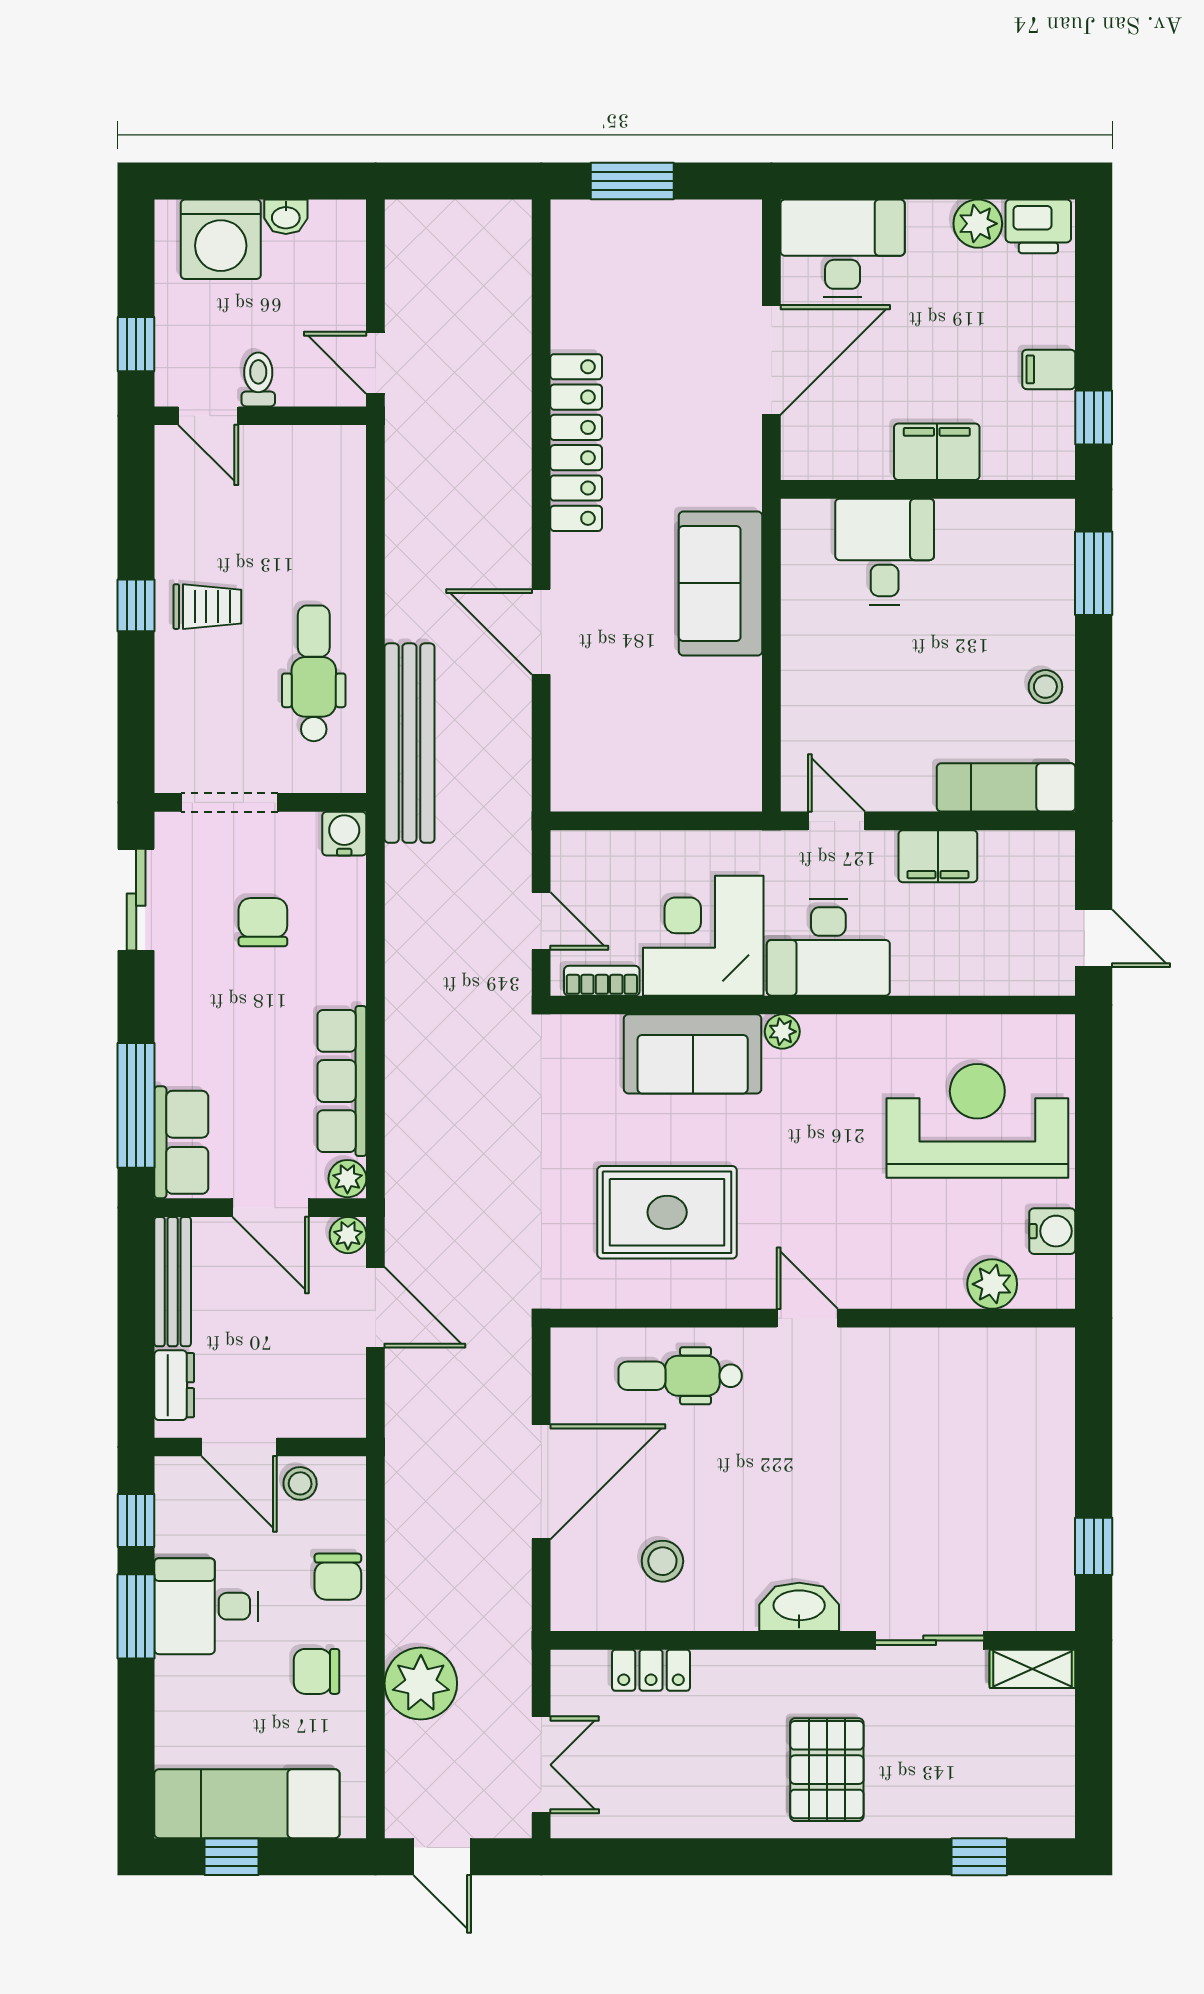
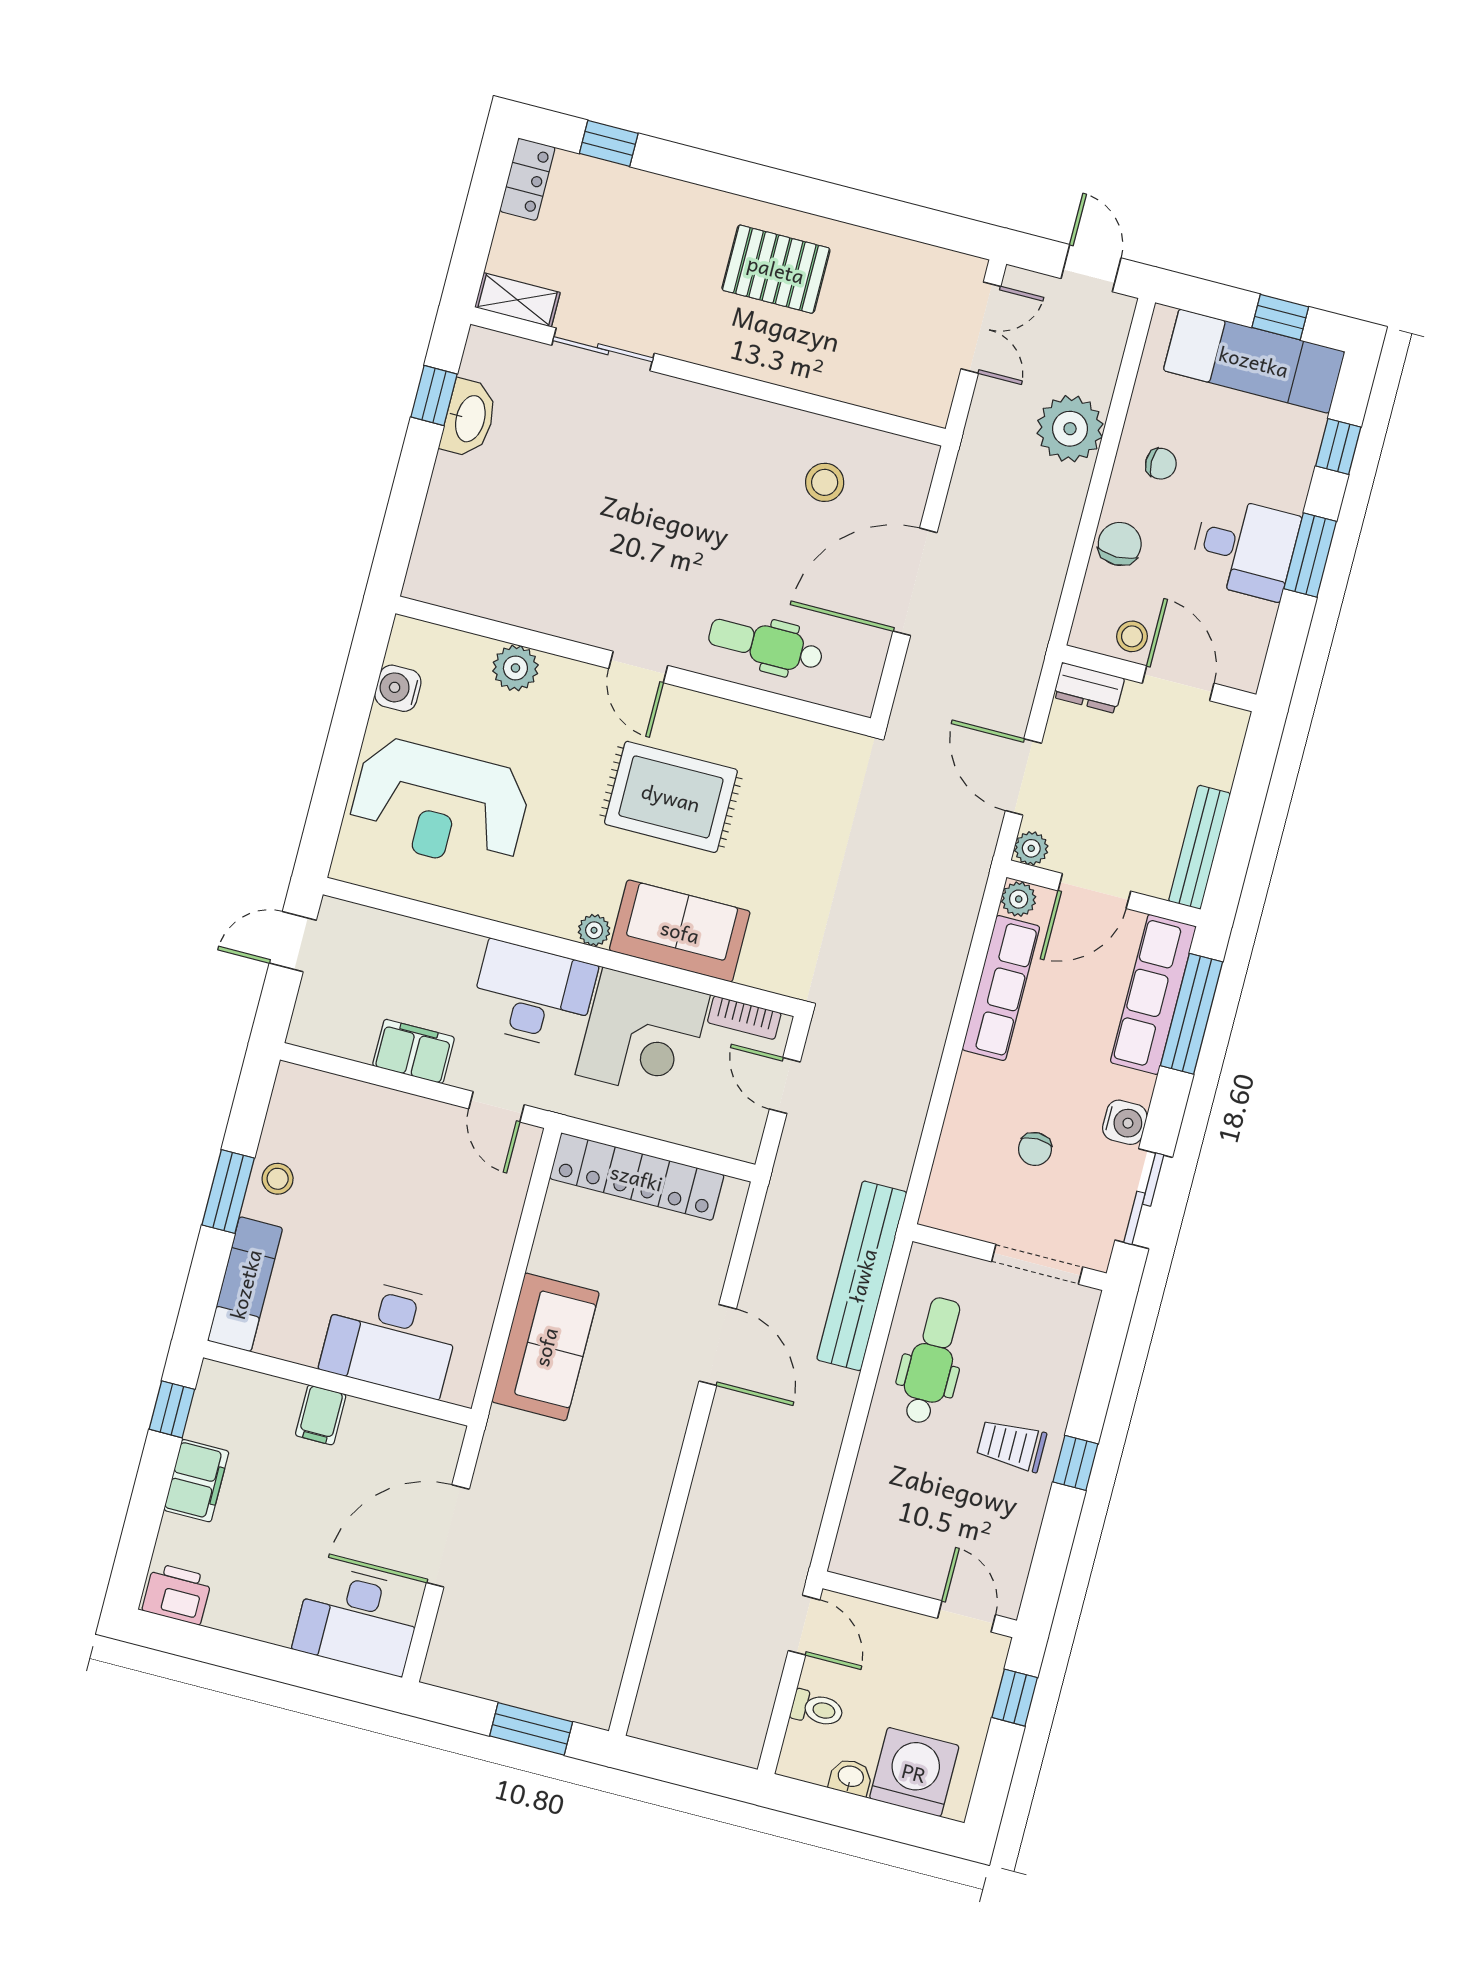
plant: (978, 224) -> (231, 1610), removed
filing cabinet: (1049, 369) -> (196, 1481), width x2.00
toilet: (258, 379) -> (817, 1709), moved, turned -90
locker: (576, 443) -> (637, 1177), moved, turned -90
filing cabinet: (937, 452) -> (321, 1415), width x0.50
desk: (885, 552) -> (391, 1337), width x1.37
window: (1094, 573) -> (228, 1192), moved
dental chair: (314, 673) -> (932, 1361), turned 180
exam couch: (1006, 787) -> (245, 1284), moved, turned -90
water cooler: (344, 834) -> (1125, 1122), moved, turned -90
chair: (263, 922) -> (1035, 1149), width x0.73, depth x0.73
door: (1094, 938) -> (293, 942), hinge flipped
row of seats: (181, 1142) -> (1153, 994), width x1.48
door: (271, 1208) -> (1094, 891), swing flipped
rug: (667, 1212) -> (671, 797), moved
plant: (992, 1284) -> (515, 668), moved
dental chair: (680, 1376) -> (766, 645), turned 180
dresser: (174, 1385) -> (1089, 688), moved, turned -90
window: (136, 1520) -> (1338, 447), moved
washbasin: (799, 1607) -> (469, 418), moved, turned -90
locker: (651, 1670) -> (527, 179), moved, turned 90
chair: (317, 1671) -> (1161, 464), width x0.73, depth x0.73
double door: (541, 1765) -> (981, 328), swing flipped
pallet: (827, 1770) -> (776, 269), moved, turned 90

